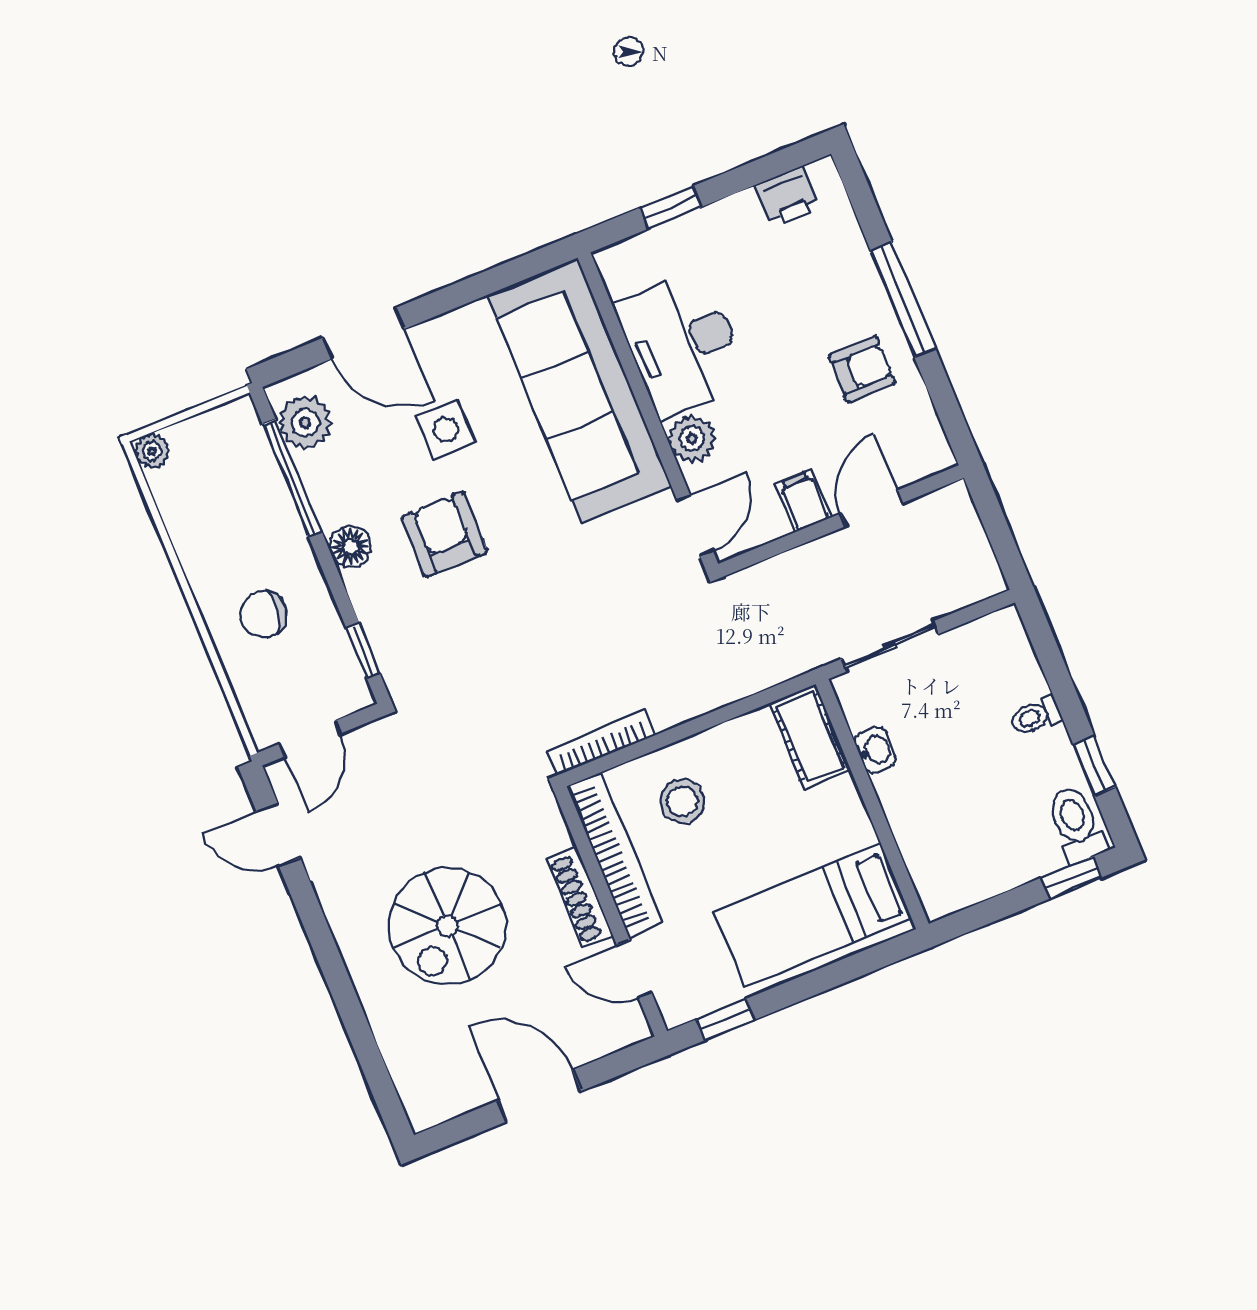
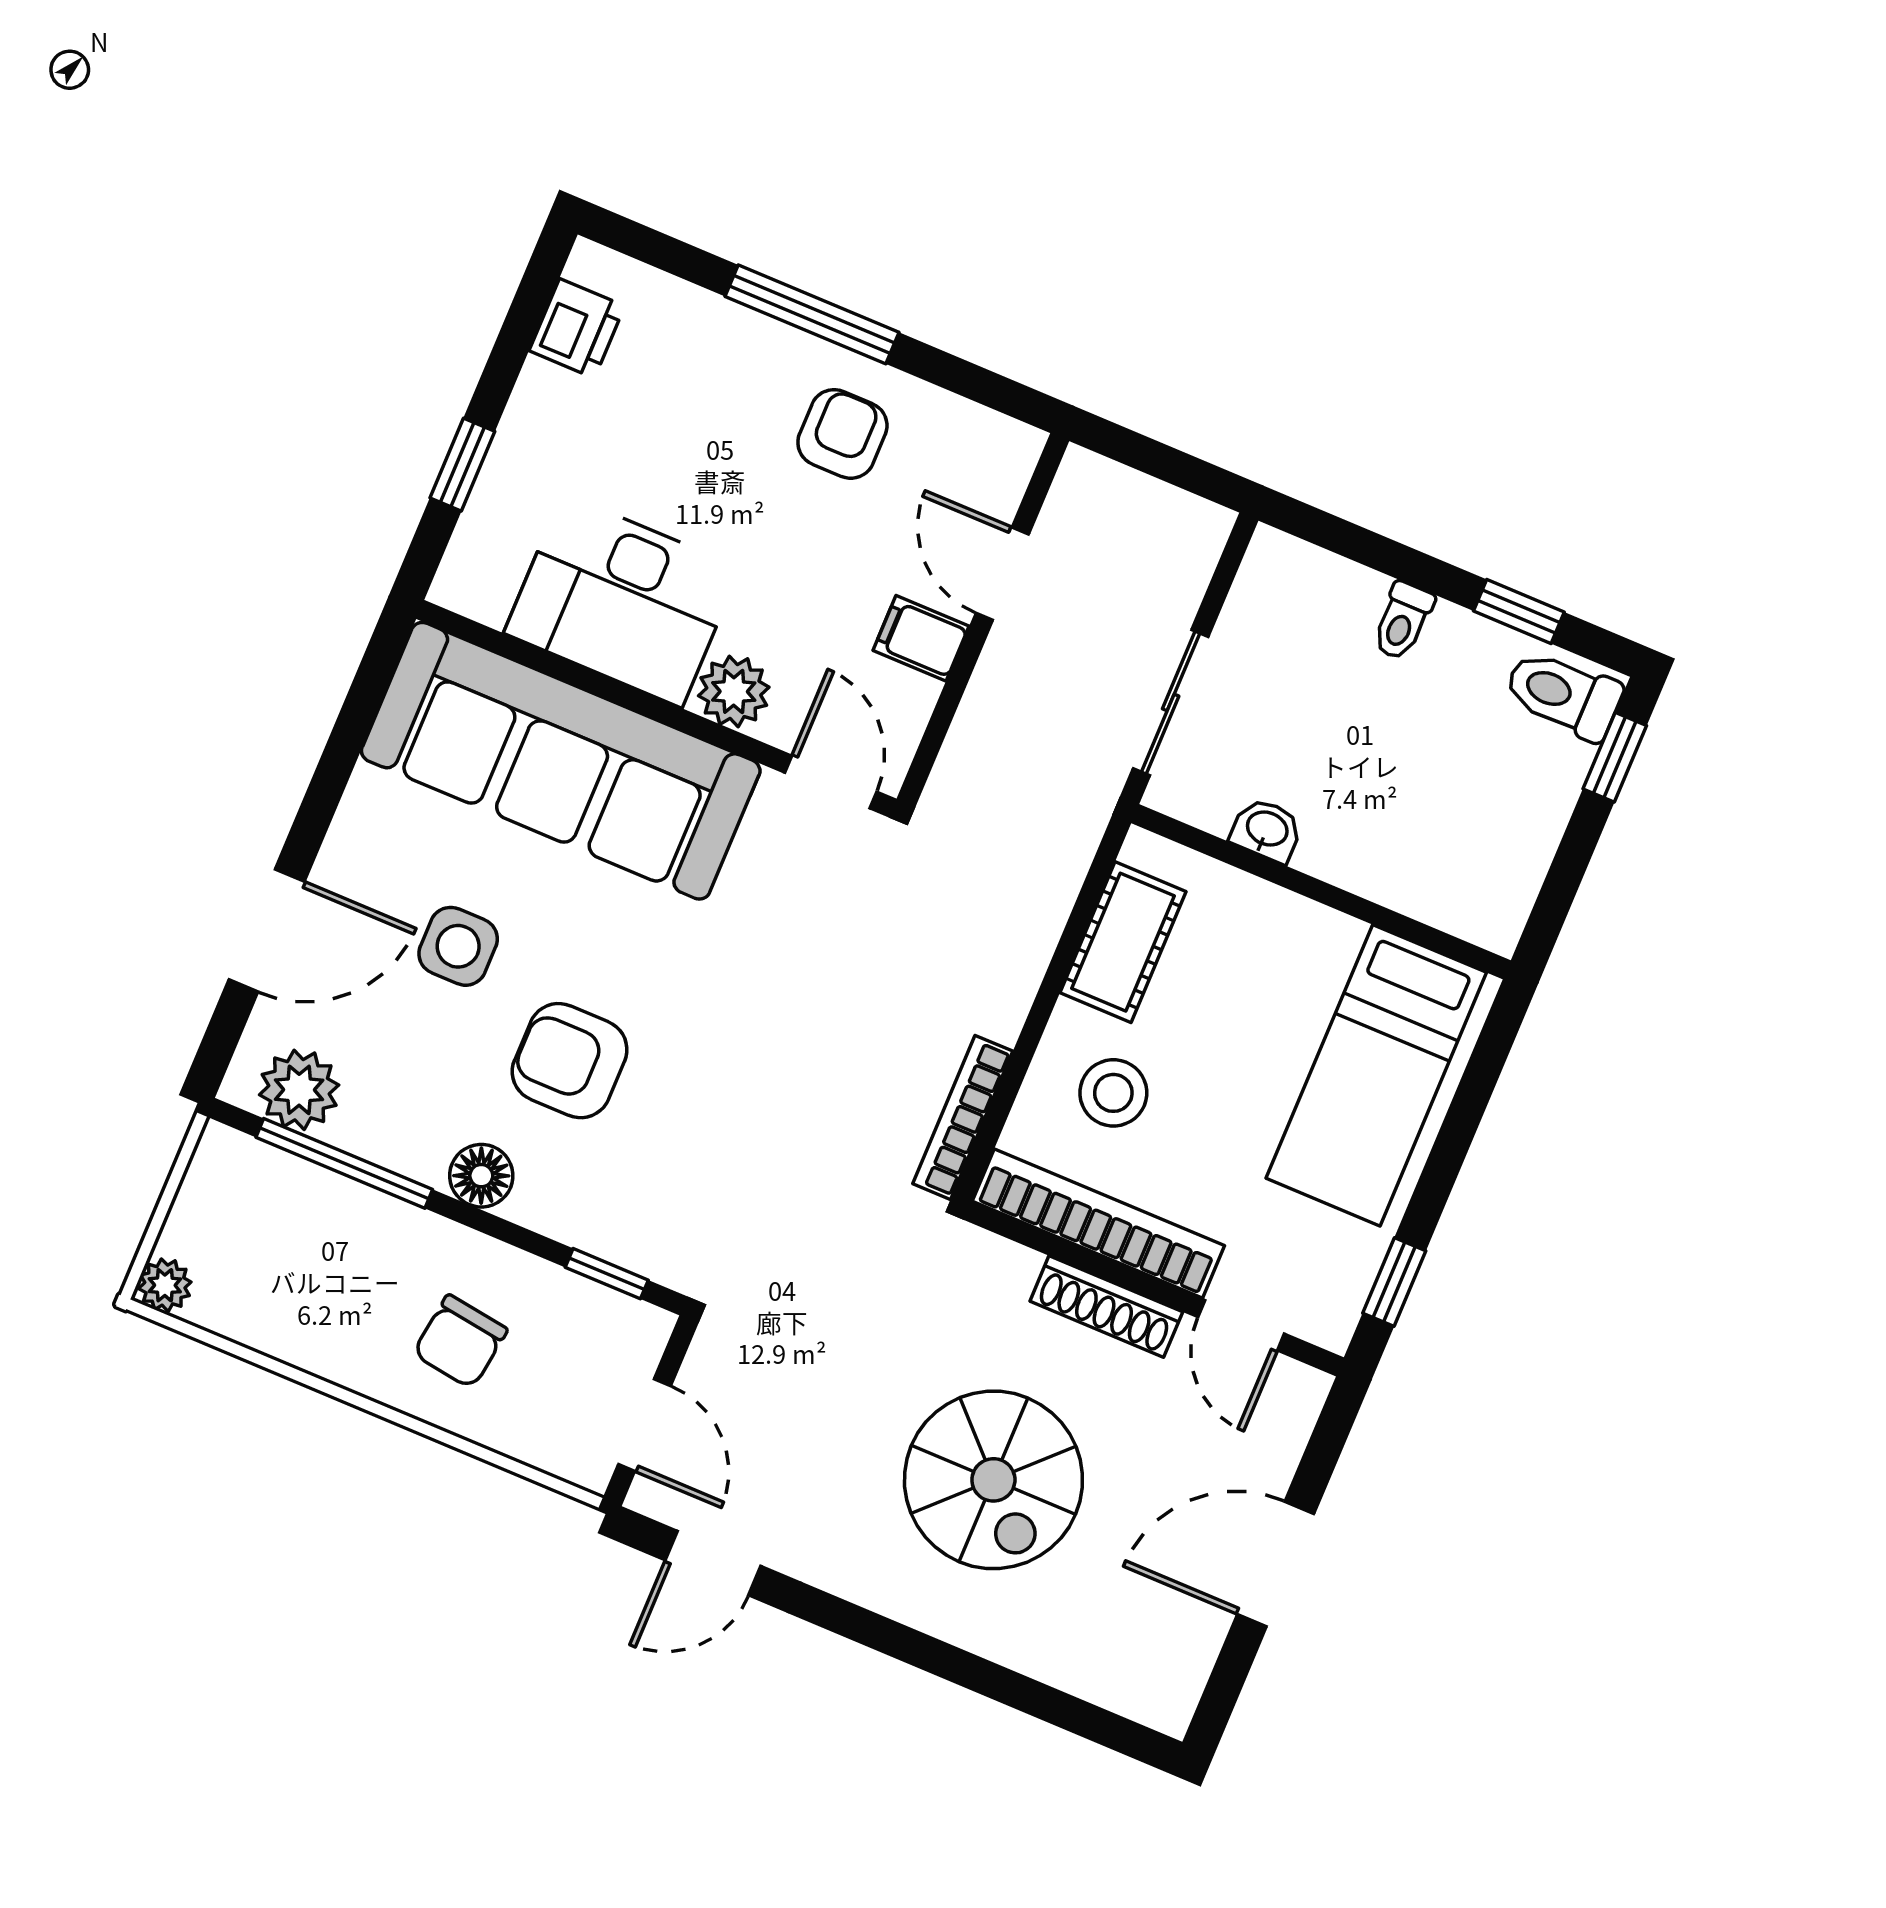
cot: (810, 737) -> (1123, 942), moved, turned 90
door: (634, 969) -> (1241, 1325), hinge flipped

